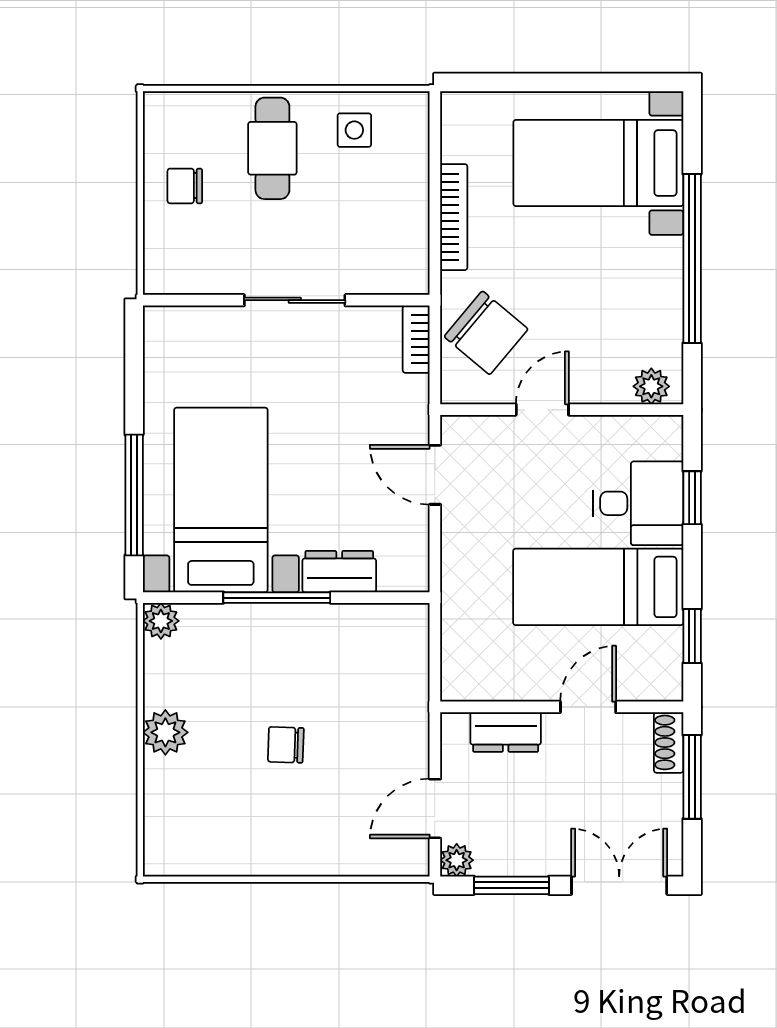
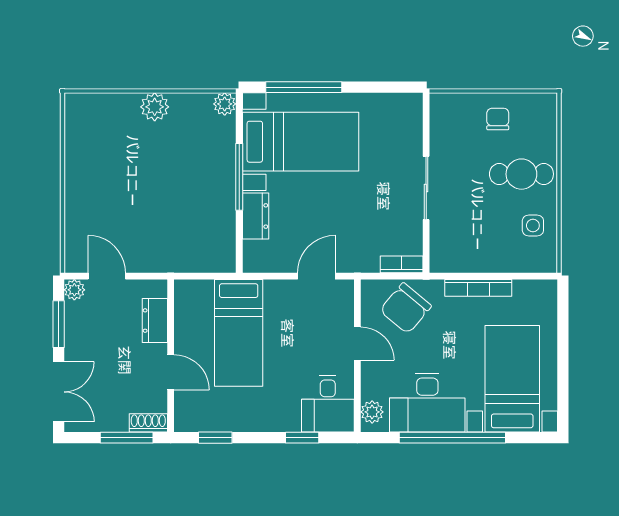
desk: (636, 298) -> (427, 403), added
desk: (638, 503) -> (328, 404), moved
bed: (598, 587) -> (239, 333), moved, turned 180
chair: (286, 745) -> (147, 182), removed

